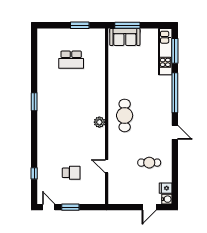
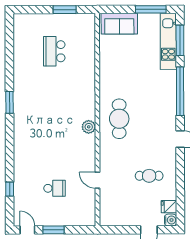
window: (127, 25) -> (151, 9), moved
school desk: (71, 60) -> (54, 51), turned 90

